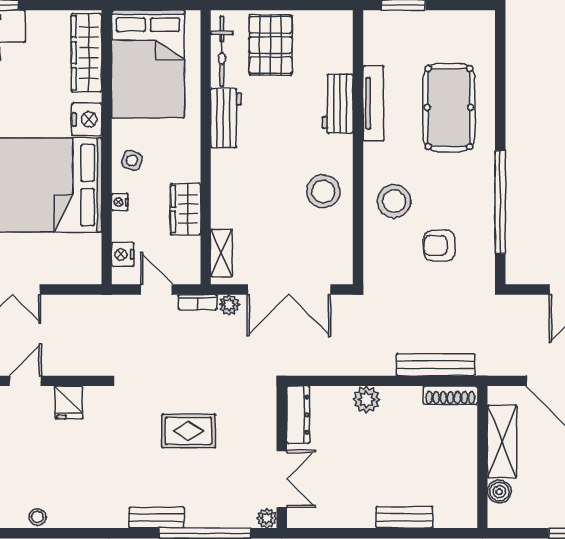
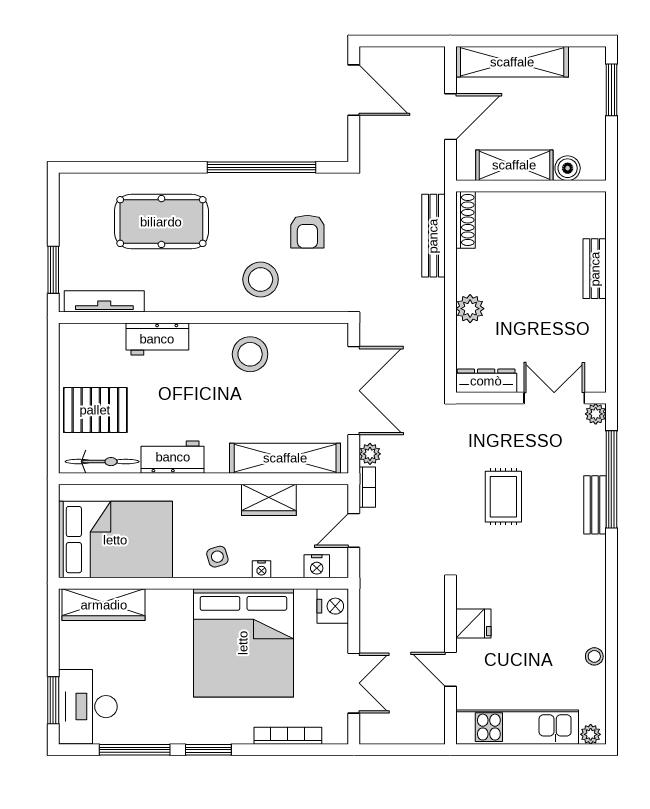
tv unit: (373, 103) -> (104, 301), moved
nightstand: (87, 119) -> (333, 606), moved, turned 90
side table: (132, 160) -> (217, 557), turned -37
shelving: (221, 253) -> (285, 458), width x2.20, depth x1.33
bench: (157, 518) -> (595, 505), moved

